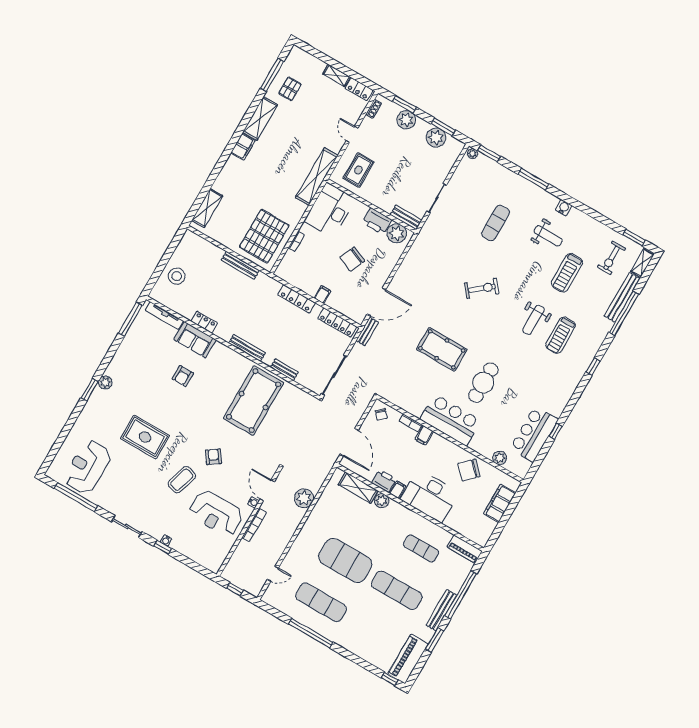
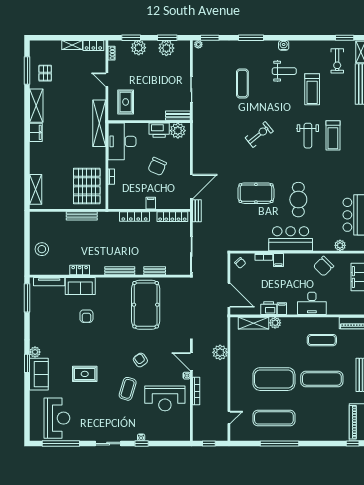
sofa: (96, 409) -> (39, 374), added
rug: (145, 437) -> (85, 374), width x0.73, depth x0.70
reception desk: (88, 467) -> (57, 418), turned 180
desk: (430, 496) -> (312, 303), width x0.73, depth x0.77

